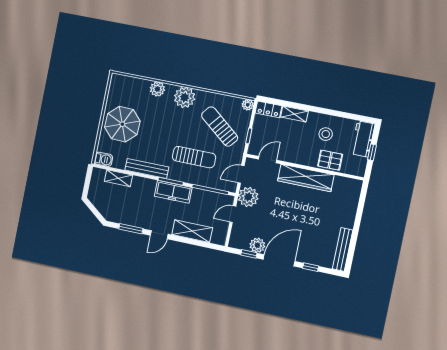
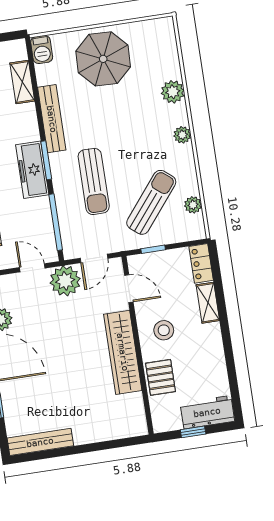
plant: (185, 97) -> (182, 135), width x0.53, depth x0.53
plant: (248, 105) -> (193, 205), moved
stool: (326, 134) -> (164, 330), moved
door: (241, 174) -> (94, 258), swing flipped

